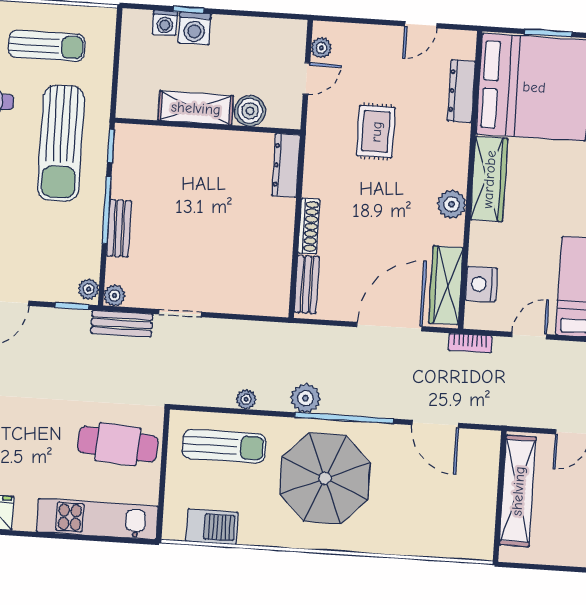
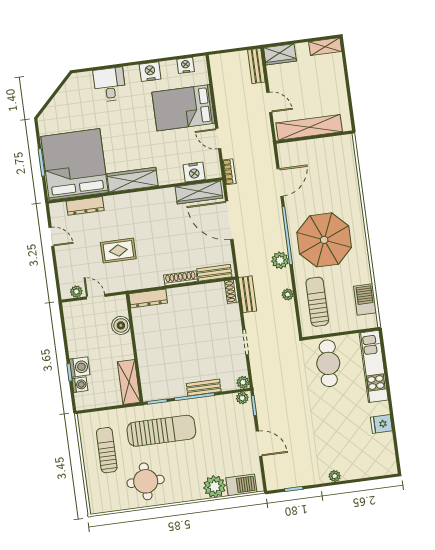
shelving: (196, 108) -> (129, 382), moved
plant: (452, 204) -> (151, 198), removed
shoe rack: (270, 307) -> (232, 292), added
bench: (122, 324) -> (248, 294), moved

